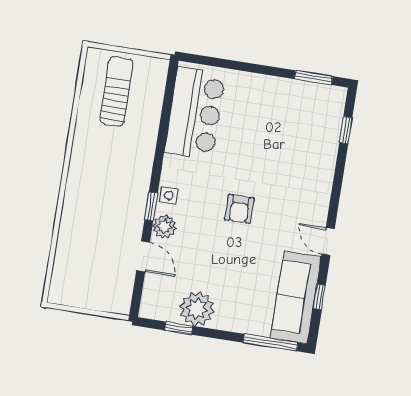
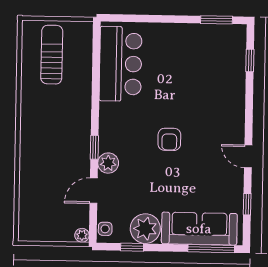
side table: (169, 195) -> (105, 229), moved
door: (143, 256) -> (94, 191), swing flipped
sofa: (296, 298) -> (199, 229), moved, turned 90
plant: (122, 306) -> (82, 235), added

